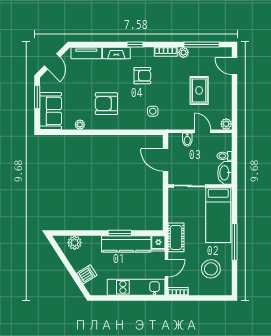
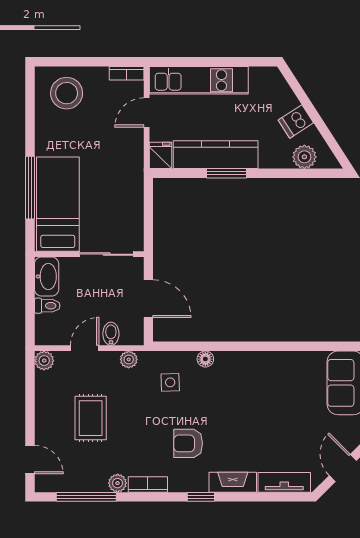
armchair: (106, 104) -> (250, 396), removed
plant: (80, 125) -> (129, 359), moved
floor lamp: (132, 125) -> (205, 359), added
door: (203, 131) -> (85, 348), swing flipped
cot: (176, 237) -> (130, 166), removed
window: (234, 242) -> (30, 188), moved
stool: (211, 269) -> (67, 93), moved
dishwasher: (87, 274) -> (296, 121), moved

